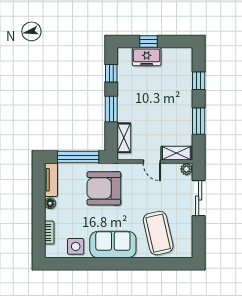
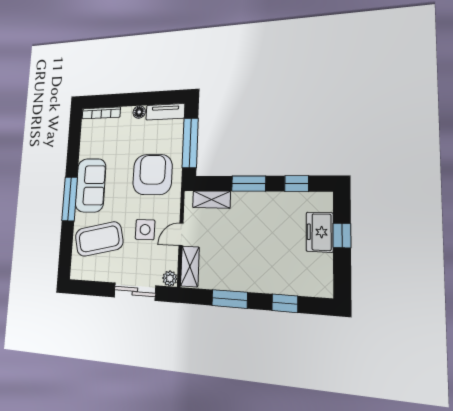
bookcase: (49, 233) -> (101, 113), width x1.56
side table: (76, 246) -> (145, 230), moved
window: (125, 264) -> (70, 199), added

